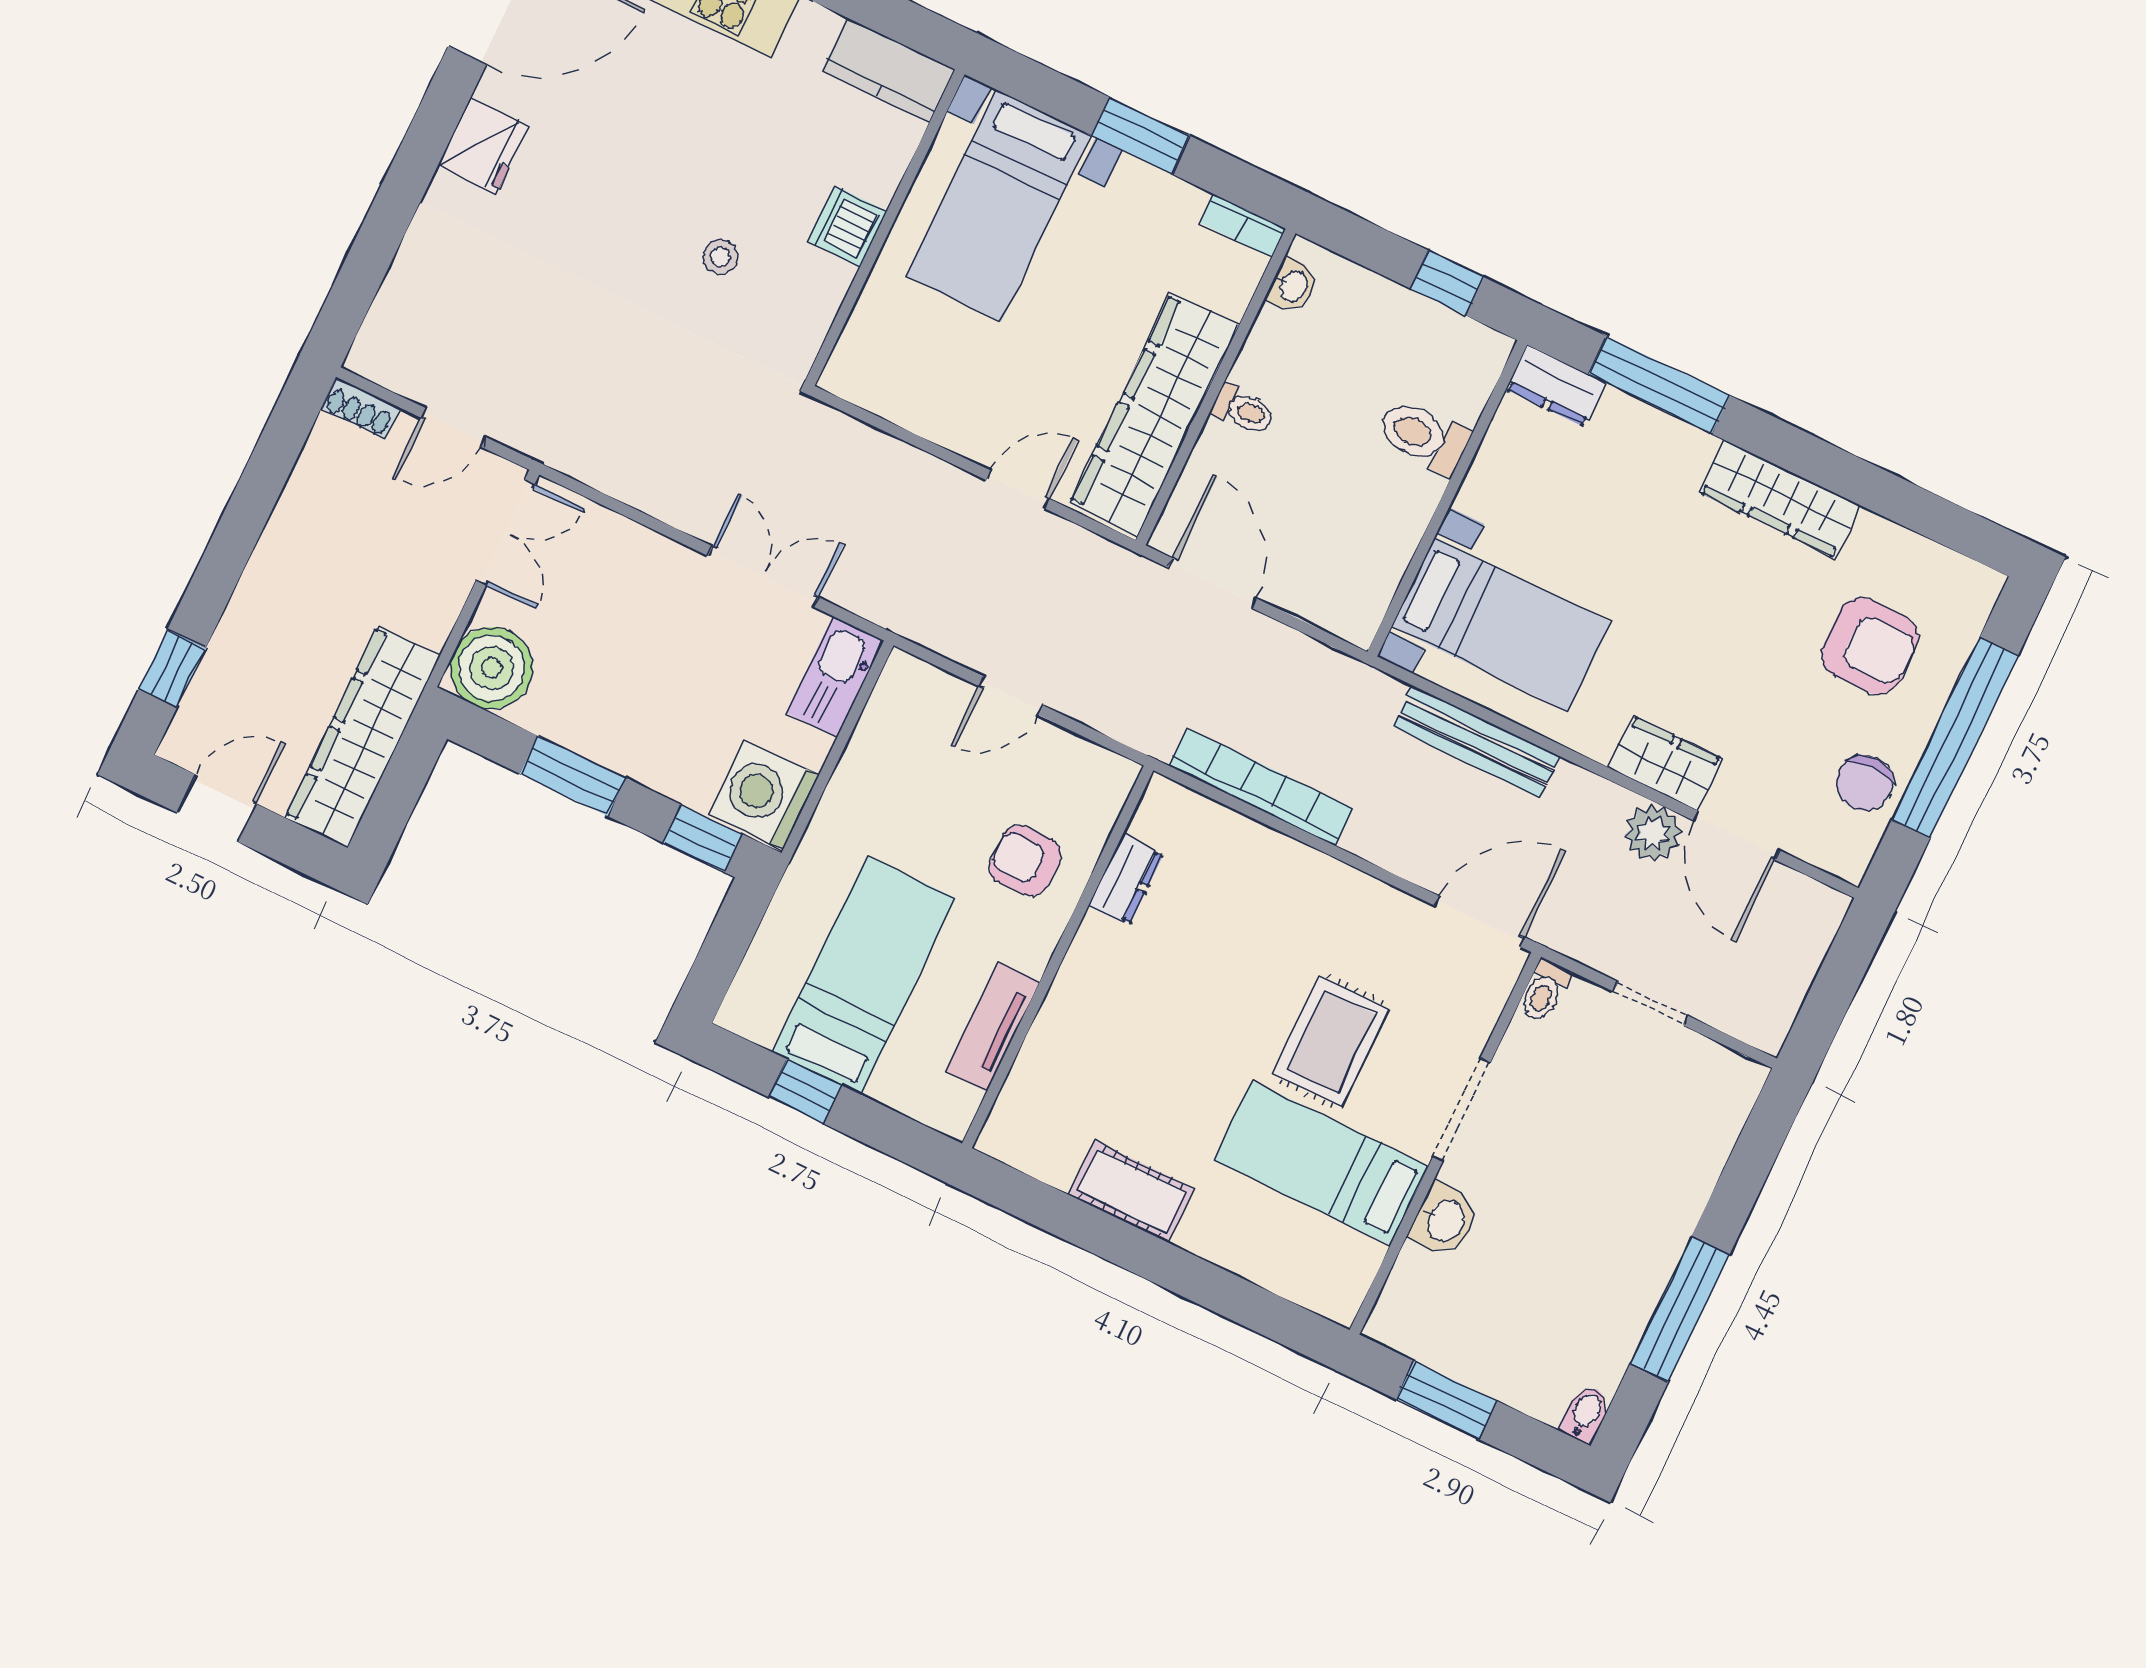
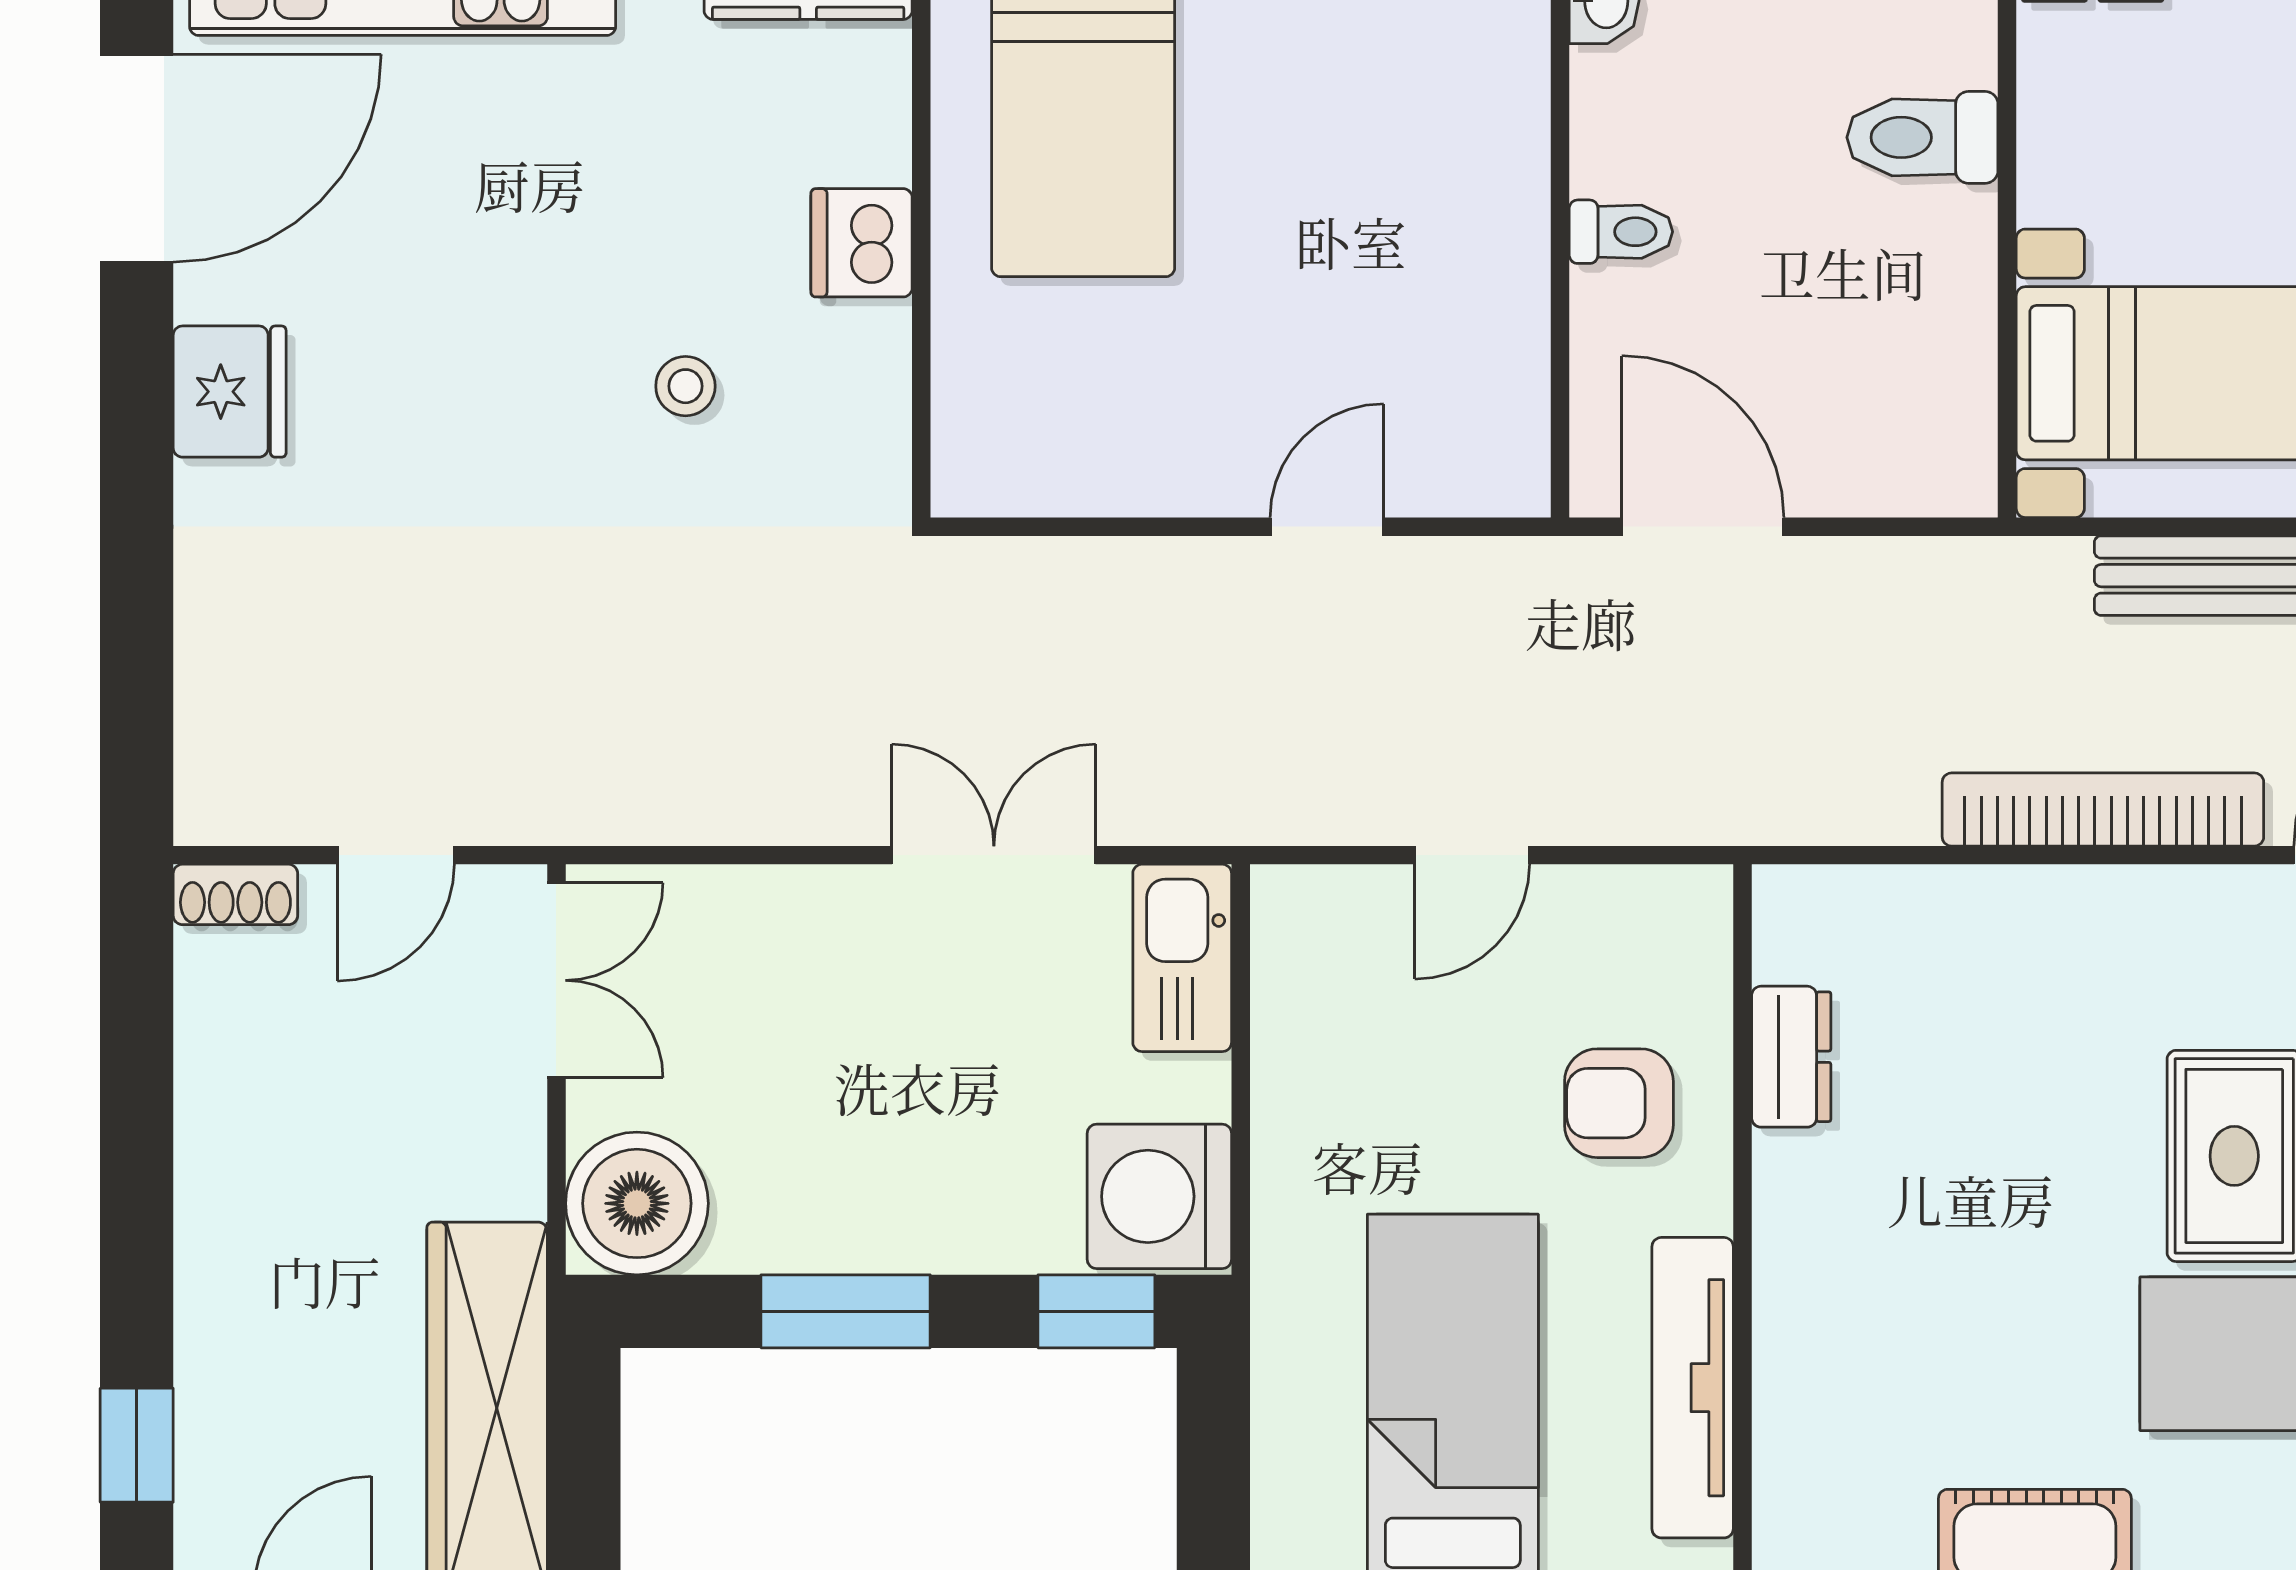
wardrobe: (1155, 414) -> (1485, 306), removed
bookcase: (1261, 787) -> (2103, 809), moved
tv unit: (992, 1027) -> (1693, 1388), width x1.41

